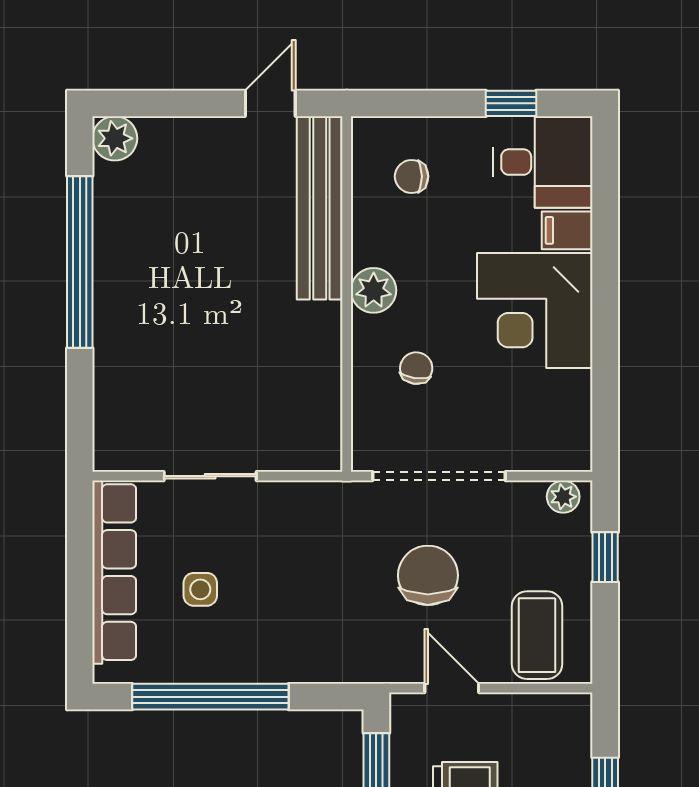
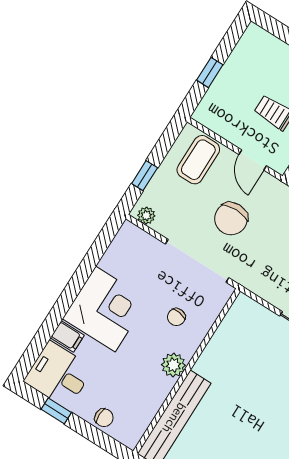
chair: (412, 176) -> (104, 418), moved

